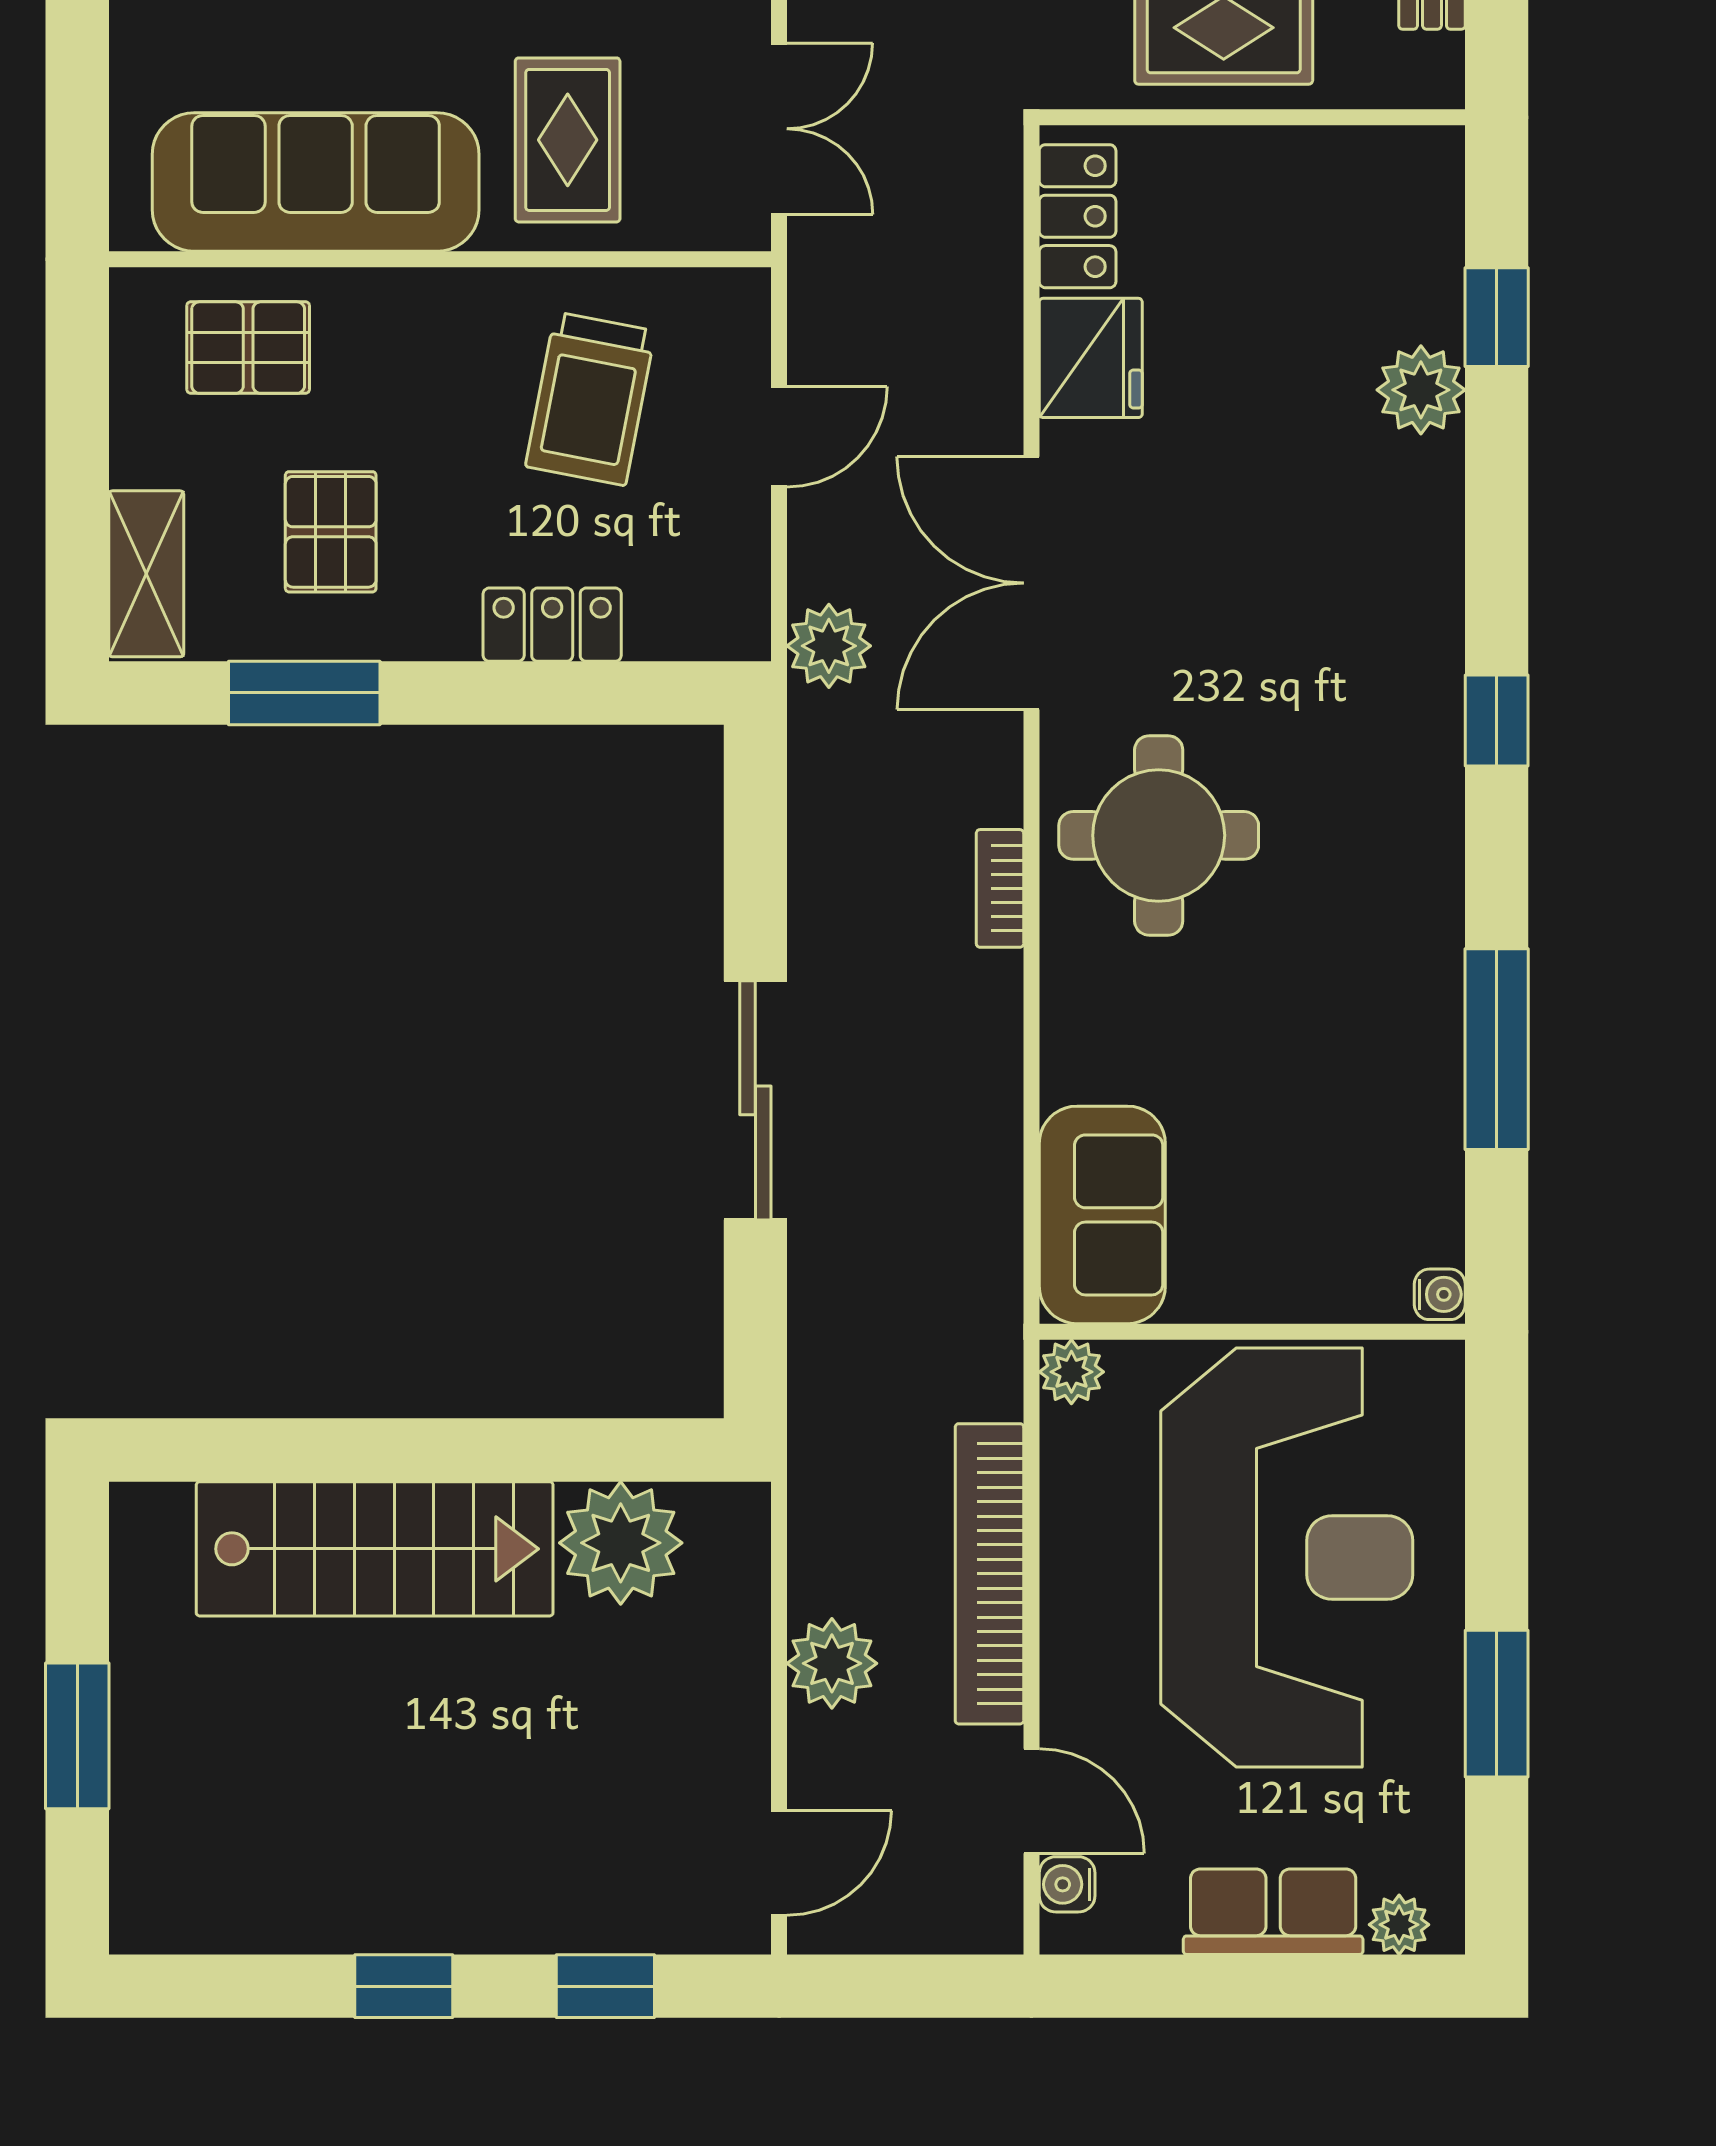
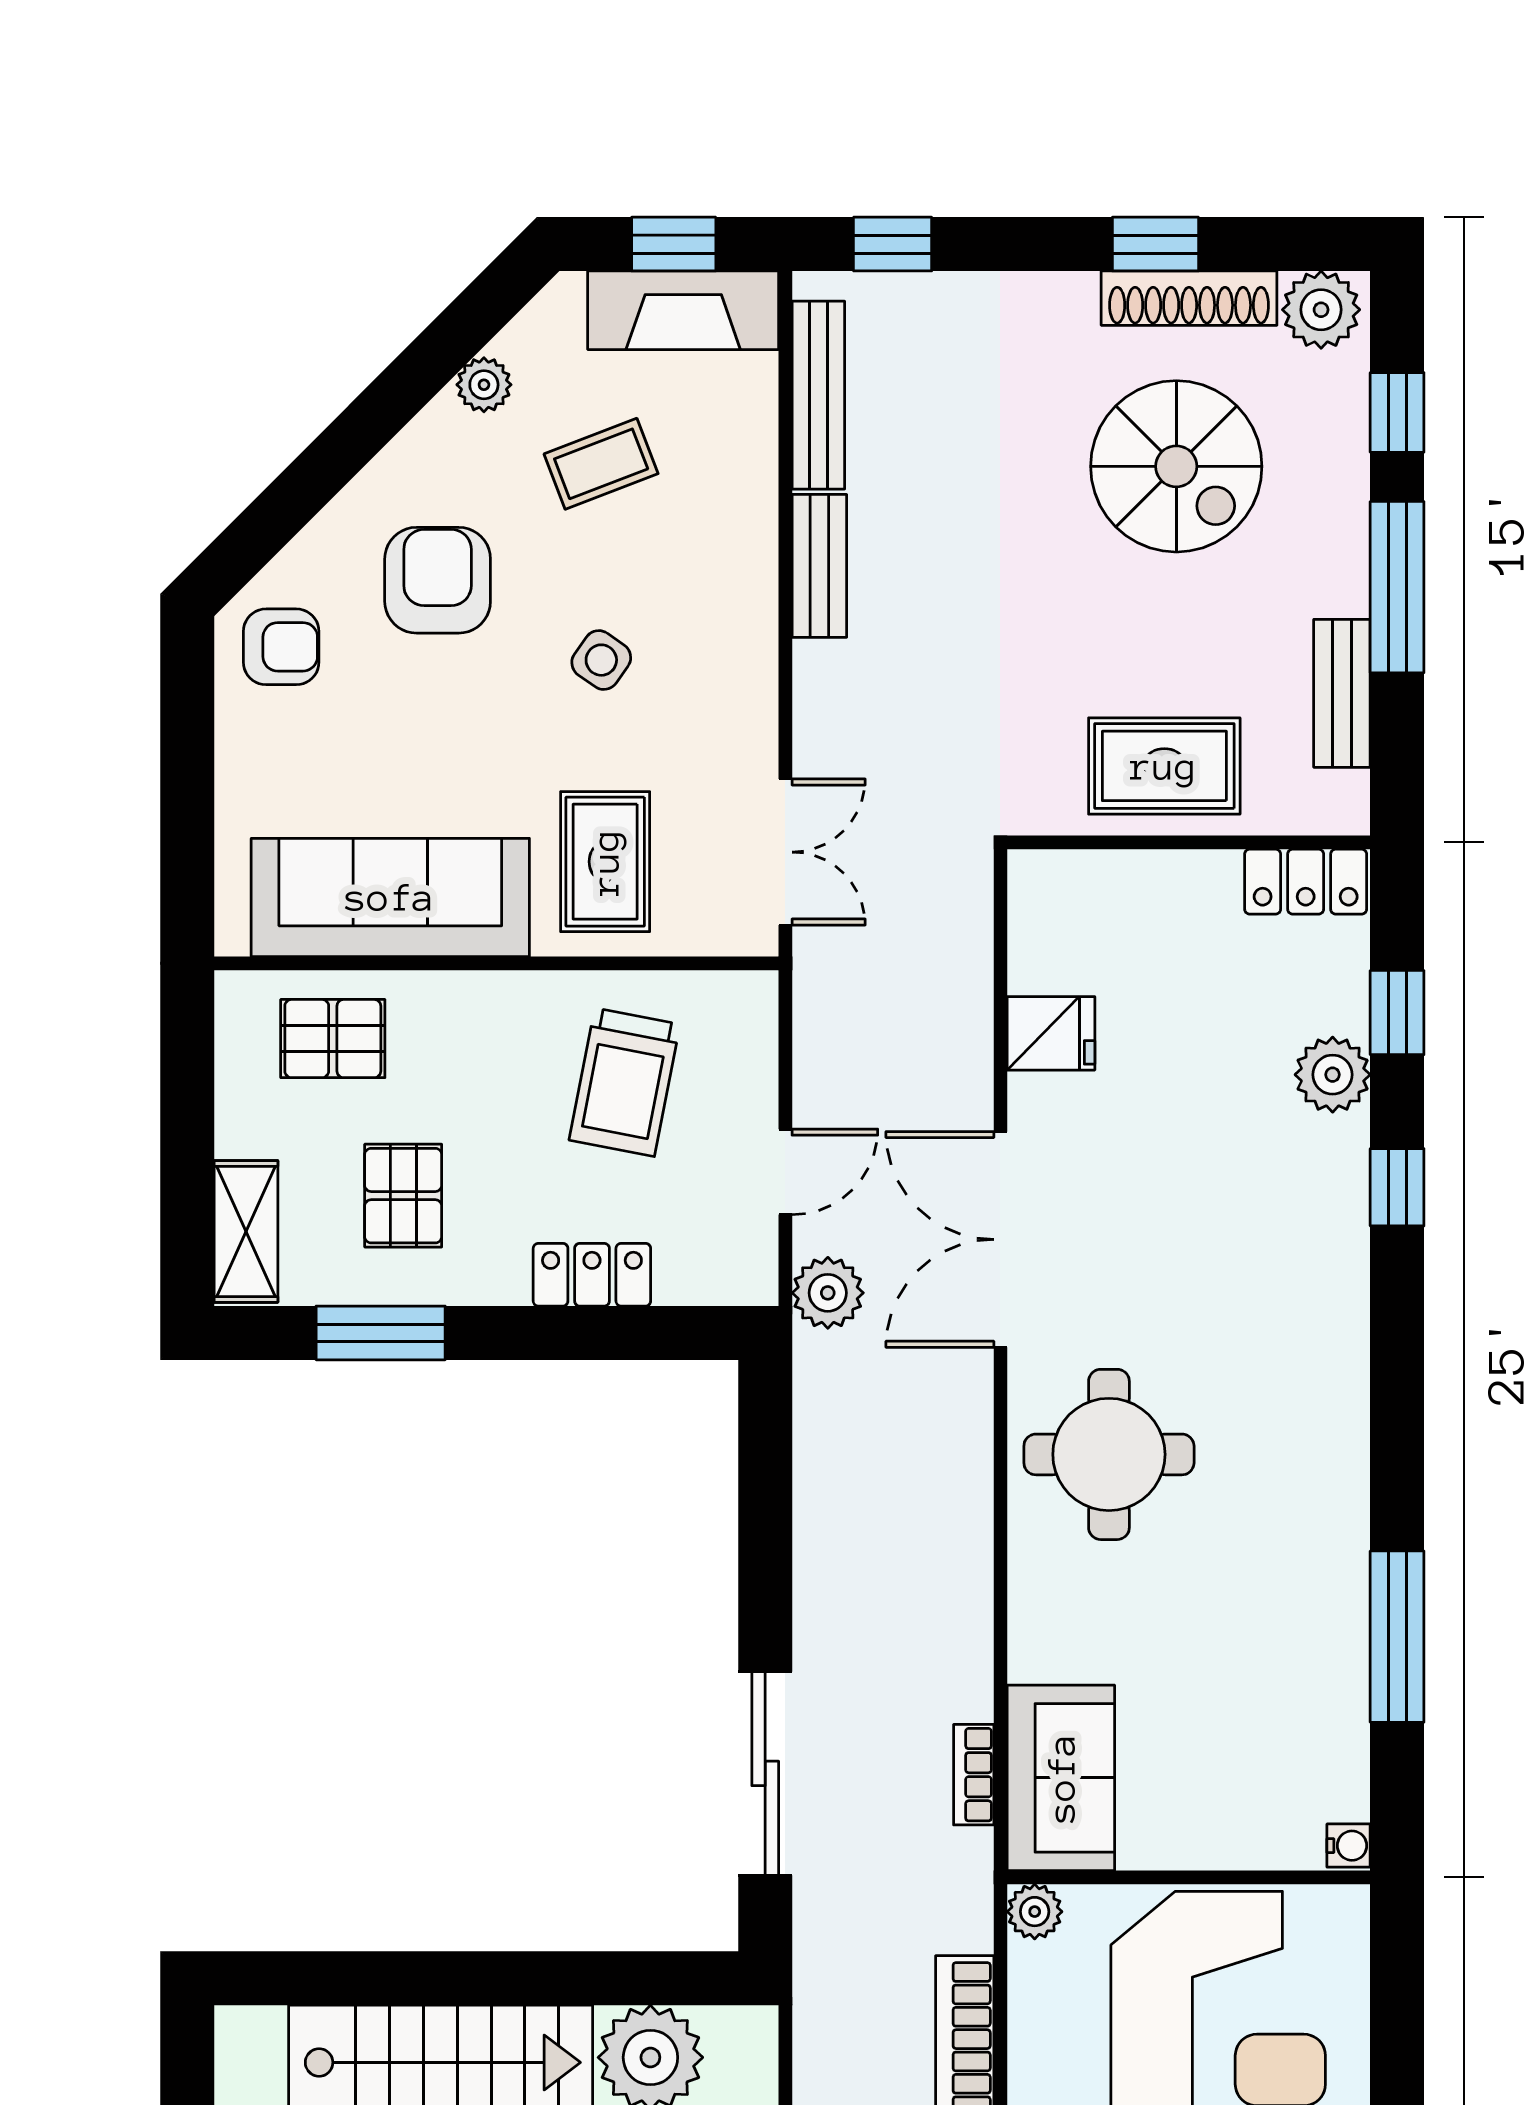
locker: (1078, 216) -> (1306, 882), moved, turned 90
fridge: (1091, 358) -> (1051, 1033), width x0.72
door: (779, 437) -> (785, 1172), moved
window: (1497, 720) -> (1397, 1187), moved
bookcase: (1000, 888) -> (974, 1775), moved
sliding door: (755, 1100) -> (765, 1773), moved

